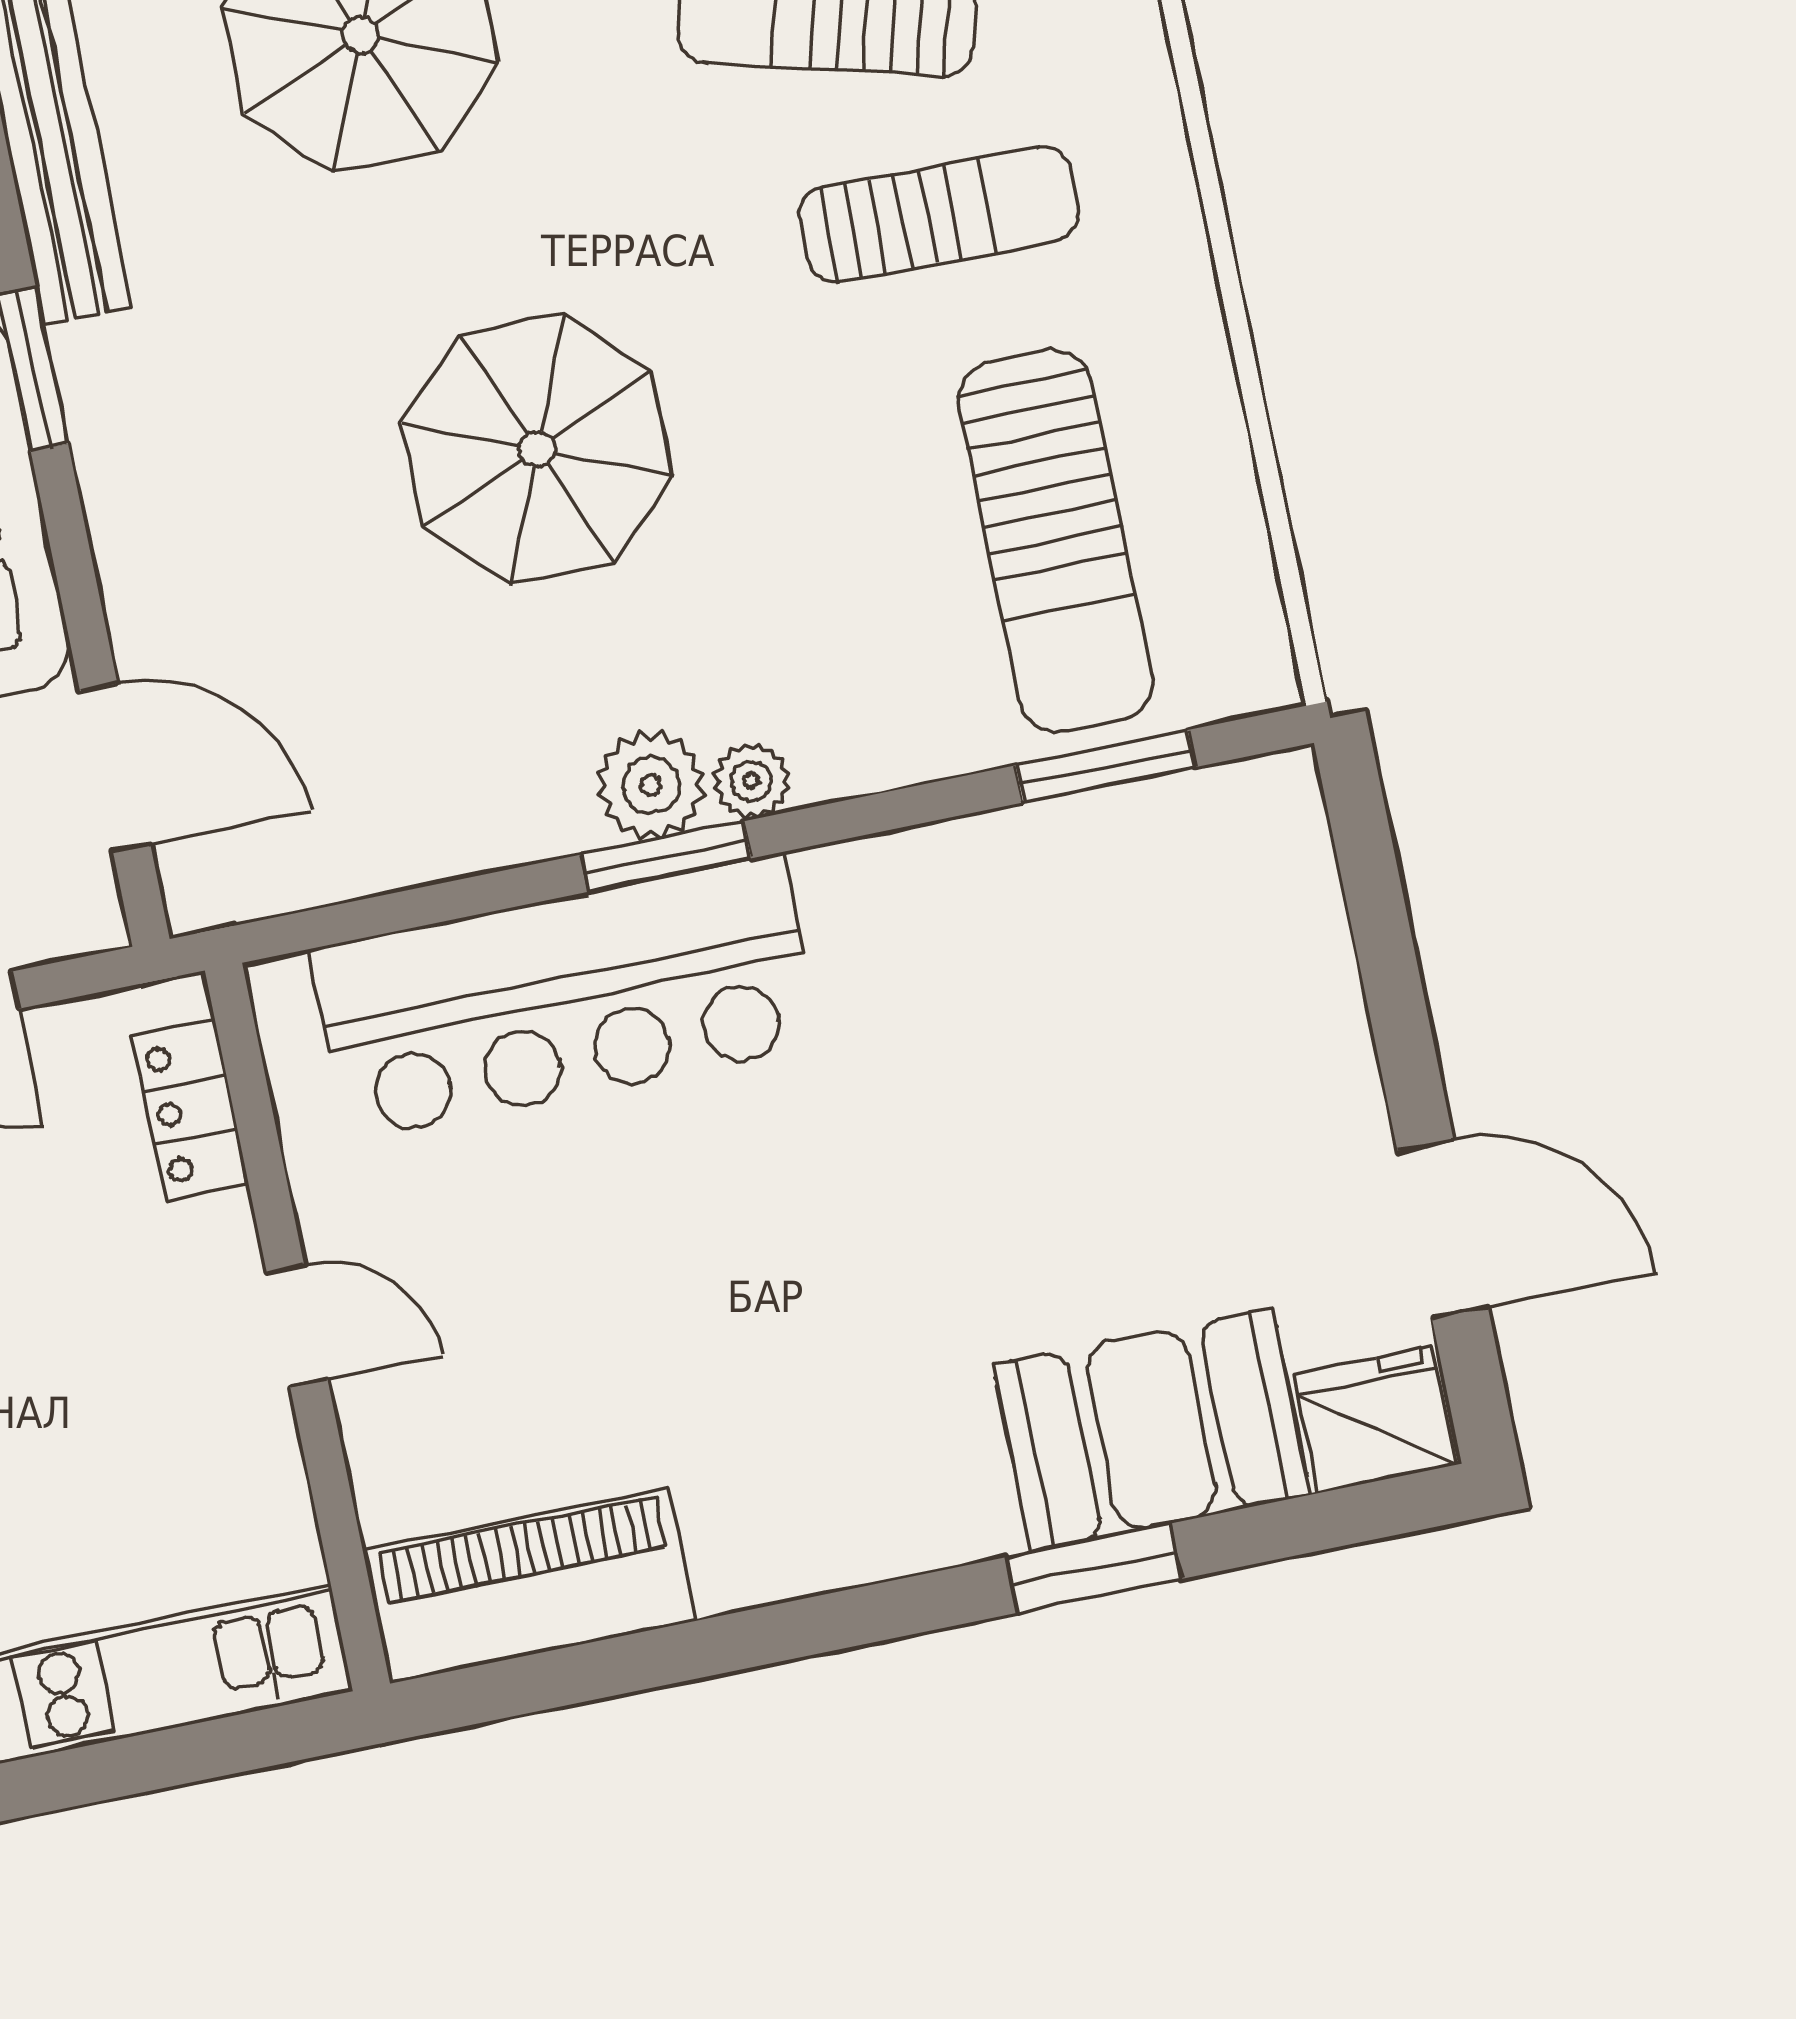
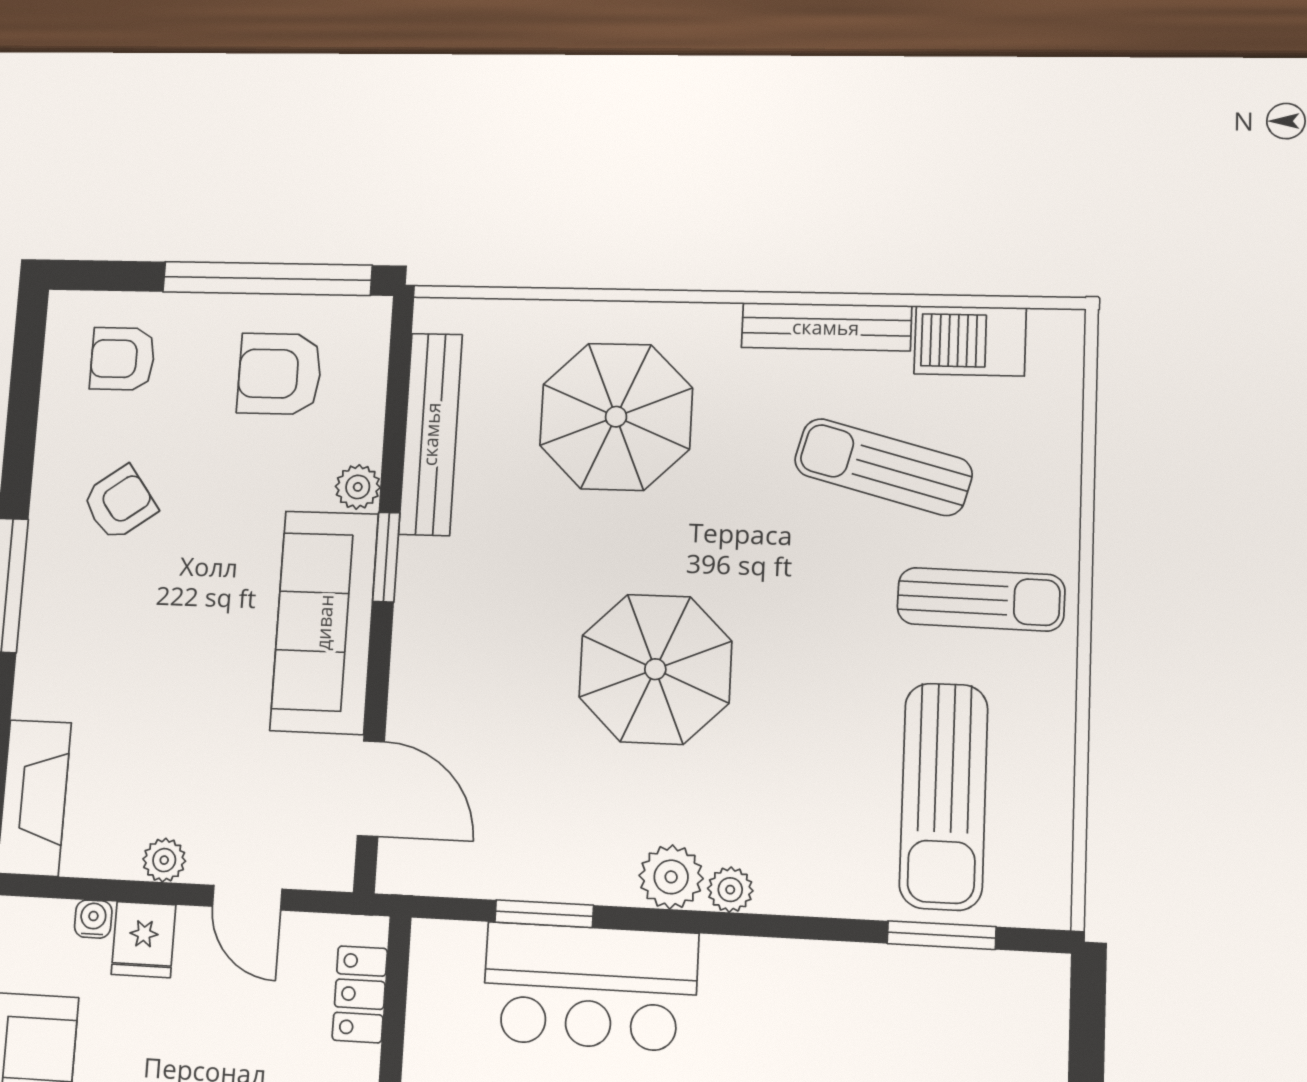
sun lounger: (939, 214) -> (981, 599), moved
window: (666, 856) -> (544, 914), moved
bar counter: (565, 997) -> (590, 987), width x0.73

